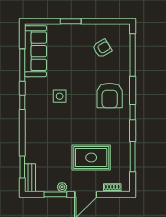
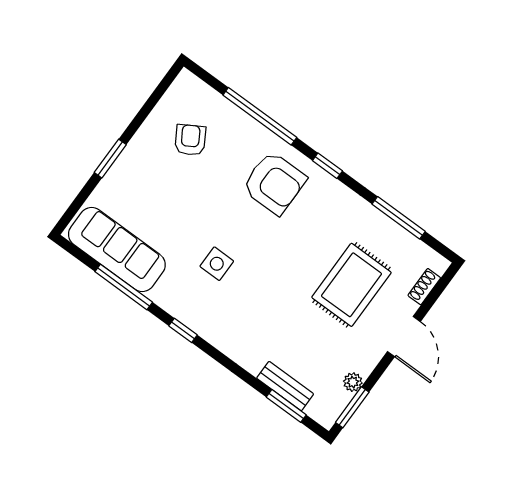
window: (133, 55) -> (260, 116), moved
bench: (30, 178) -> (285, 386), moved
plant: (62, 187) -> (353, 382), moved
window: (55, 194) -> (352, 407), moved

